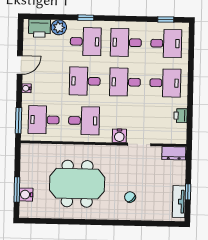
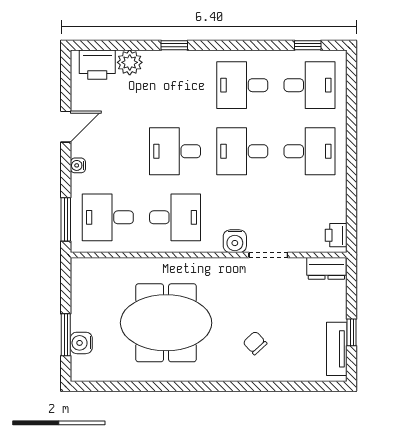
desk: (86, 42) -> (175, 85), removed
printer: (181, 116) -> (336, 235), moved

